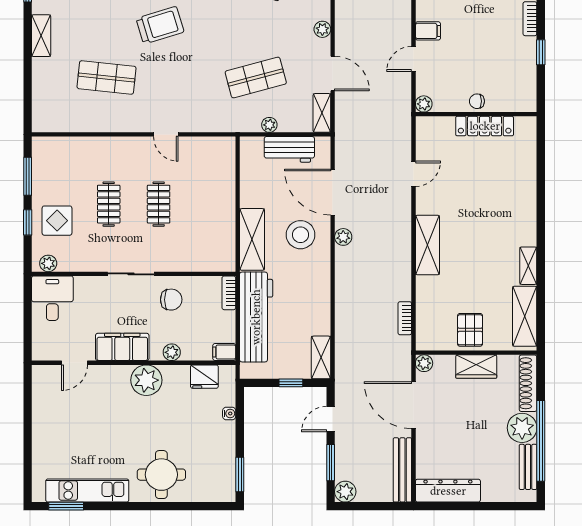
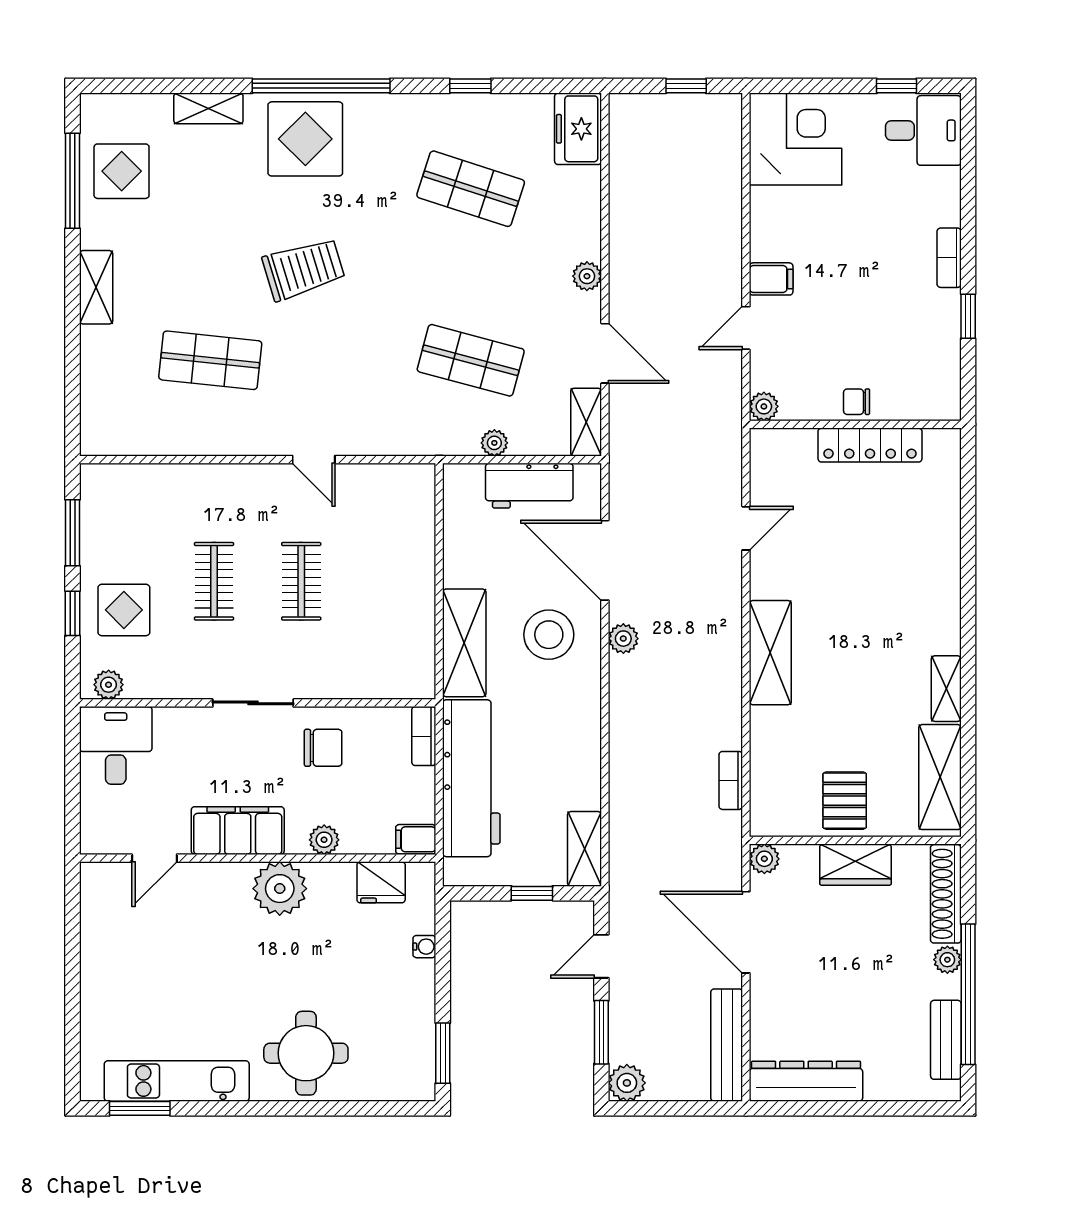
shop shelf: (256, 77) -> (471, 360), turned 30
plant: (522, 428) -> (947, 960), width x0.53, depth x0.53

